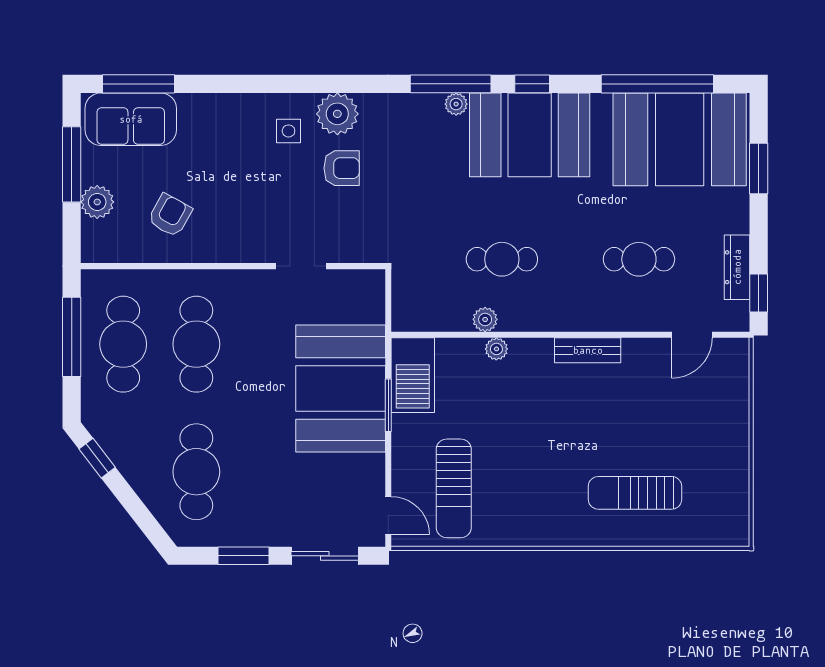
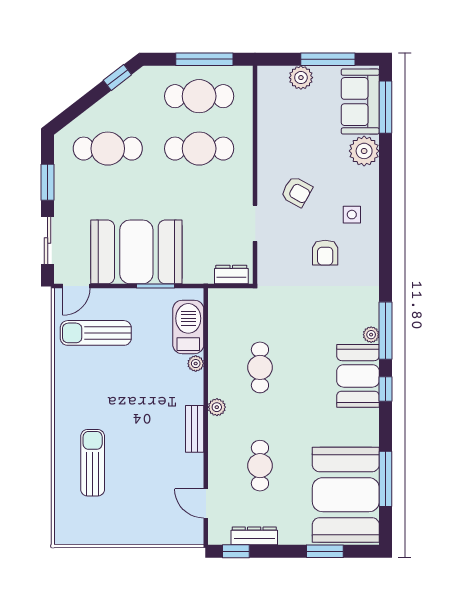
window: (657, 84) -> (386, 479), width x0.68
plant: (337, 114) -> (364, 151), moved
booth: (530, 135) -> (358, 376), width x0.73, depth x0.70
armchair: (170, 215) -> (297, 192), moved
dresser: (372, 299) -> (231, 274), added
plant: (485, 319) -> (217, 407), moved
barbecue: (413, 375) -> (188, 327), moved, turned 90
booth: (341, 389) -> (136, 252), moved

